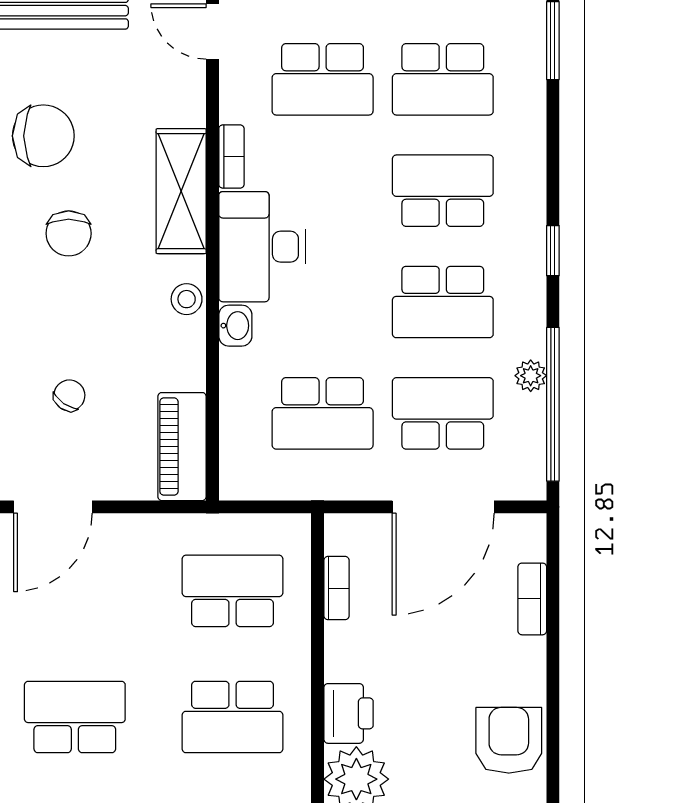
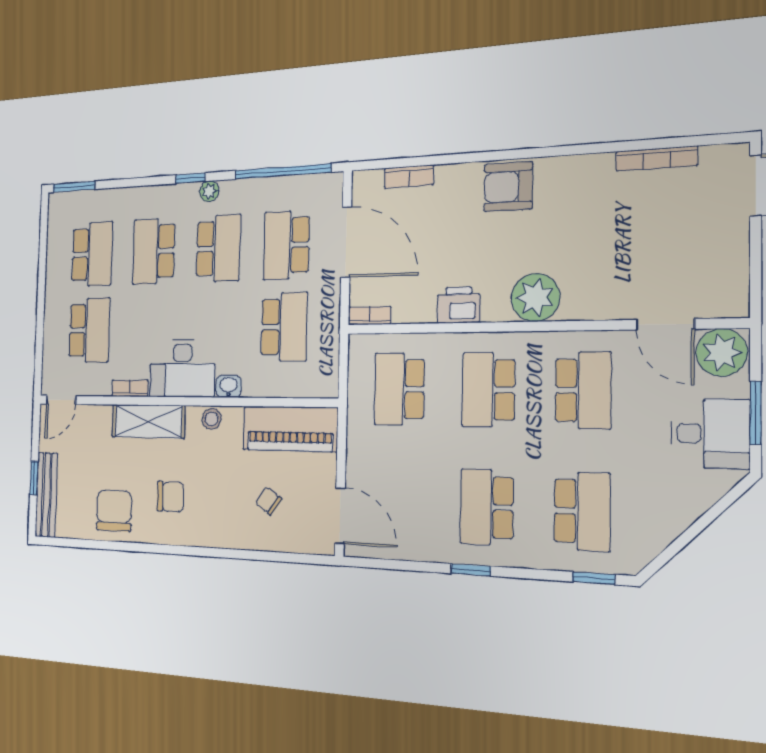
plant: (531, 376) -> (209, 191), moved
piano: (182, 447) -> (290, 429), width x1.37, depth x1.33
bookcase: (337, 588) -> (370, 316), moved
printer: (349, 713) -> (458, 305), moved
school desk: (233, 717) -> (488, 390), turned 180

